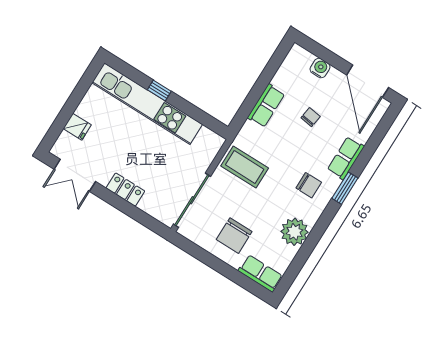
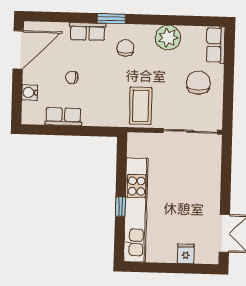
row of seats: (266, 106) -> (63, 117), moved
locker: (125, 190) -> (212, 188), removed
chair: (234, 236) -> (198, 83), turned -90

